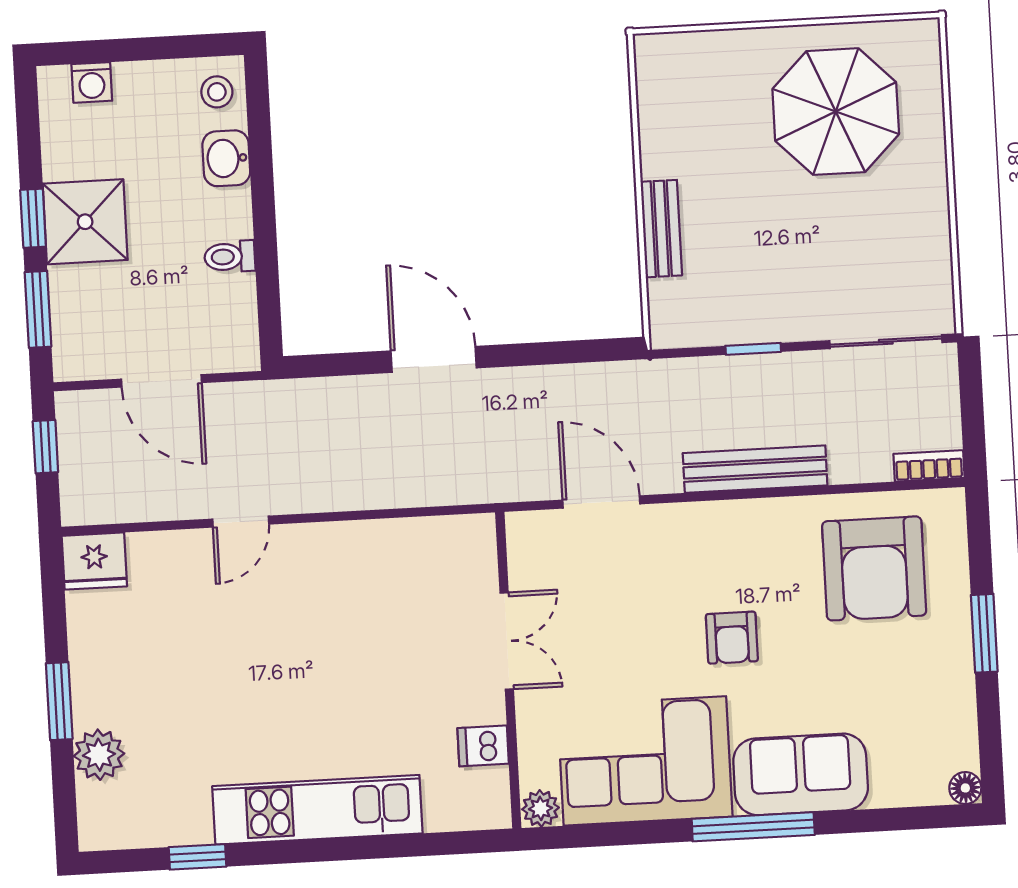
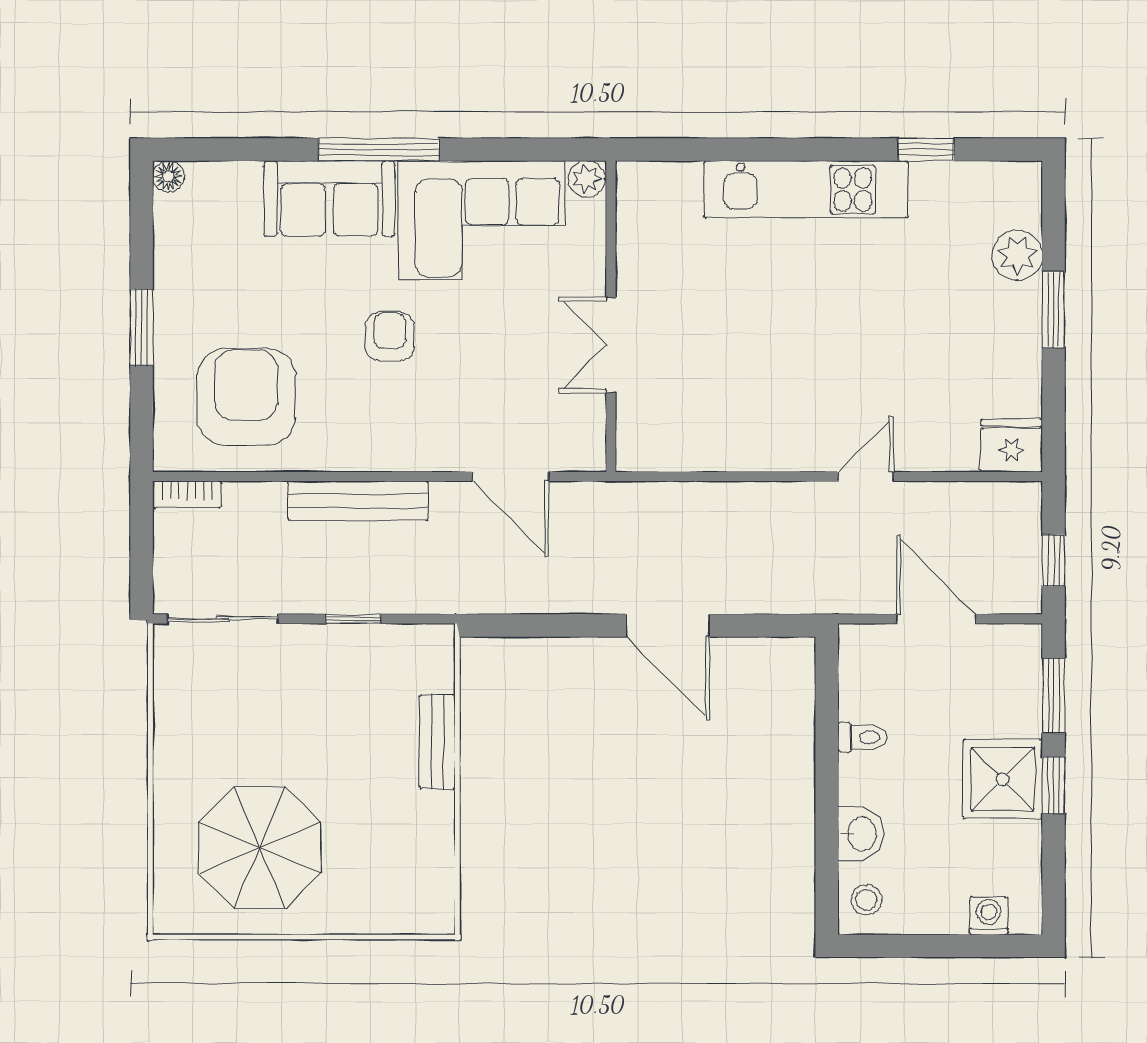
dishwasher: (483, 746) -> (640, 243), removed

